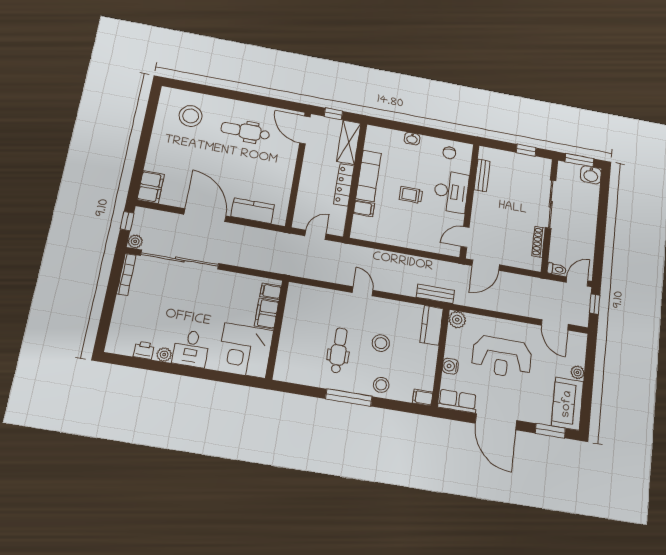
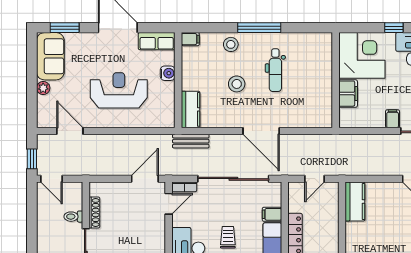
trolley: (411, 195) -> (228, 237), turned -90
kitchen counter: (253, 211) -> (355, 202), moved, turned -90
sliding door: (398, 249) -> (233, 179), added
bookcase: (448, 250) -> (184, 187), added
toilet: (557, 269) -> (73, 217), moved
door: (577, 281) -> (52, 179), hinge flipped
filing cabinet: (271, 291) -> (393, 119), moved, turned -90
door: (363, 291) -> (261, 131), width x1.88
plant: (457, 320) -> (166, 119), removed
window: (205, 374) -> (394, 28), added

